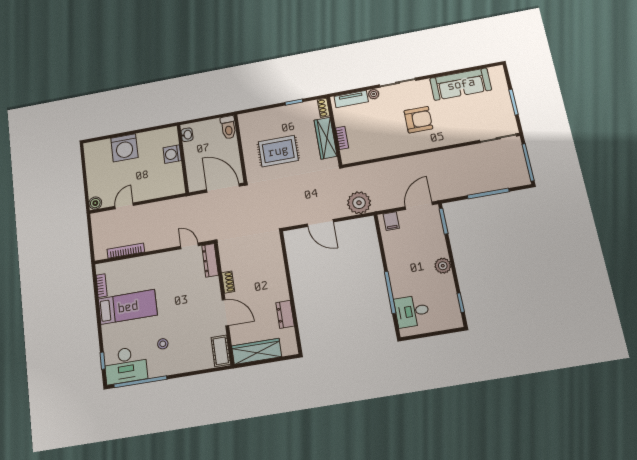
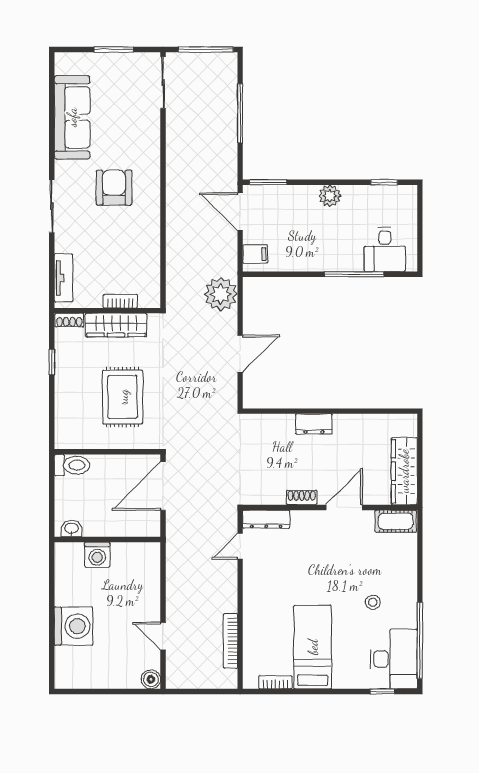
plant: (374, 94) -> (62, 244), removed
dresser: (285, 314) -> (314, 424), moved

